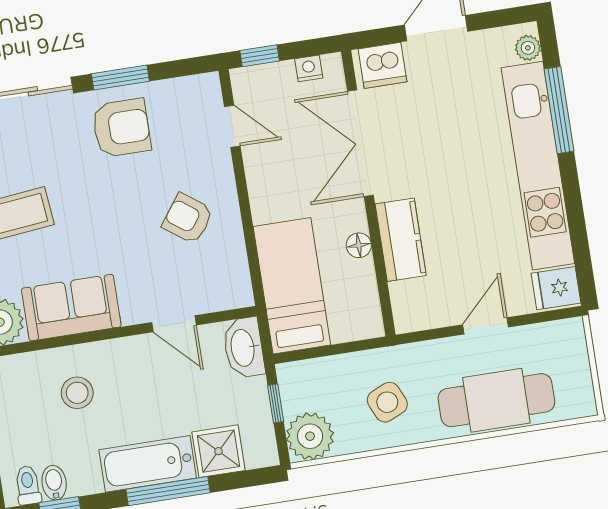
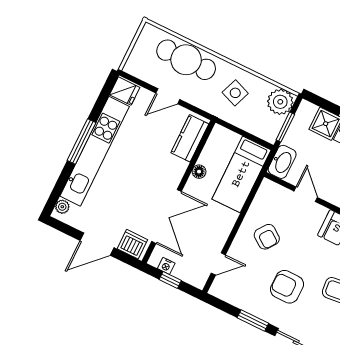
window: (260, 56) -> (170, 280), moved
window: (559, 110) -> (81, 142), moved
door: (232, 126) -> (218, 264), swing flipped
armchair: (121, 128) -> (287, 287), moved
kitchen counter: (401, 240) -> (190, 138), moved
side table: (387, 402) -> (235, 93), turned 45
window: (276, 404) -> (285, 127), width x1.50

